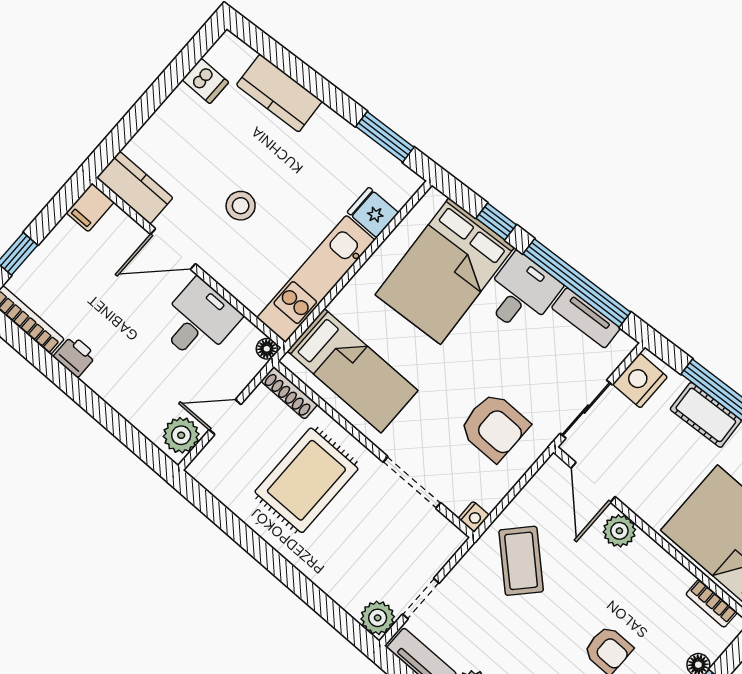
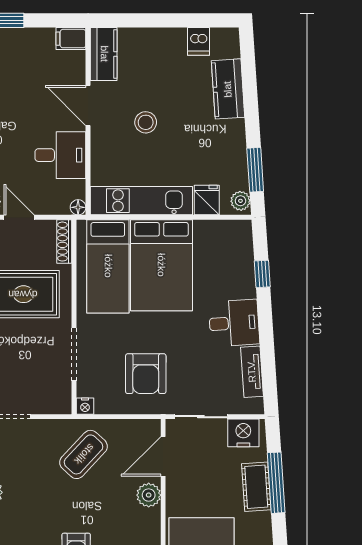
plant: (403, 179) -> (240, 201), added
bed: (445, 271) -> (161, 265), moved, turned -86
window: (577, 283) -> (267, 349), removed

